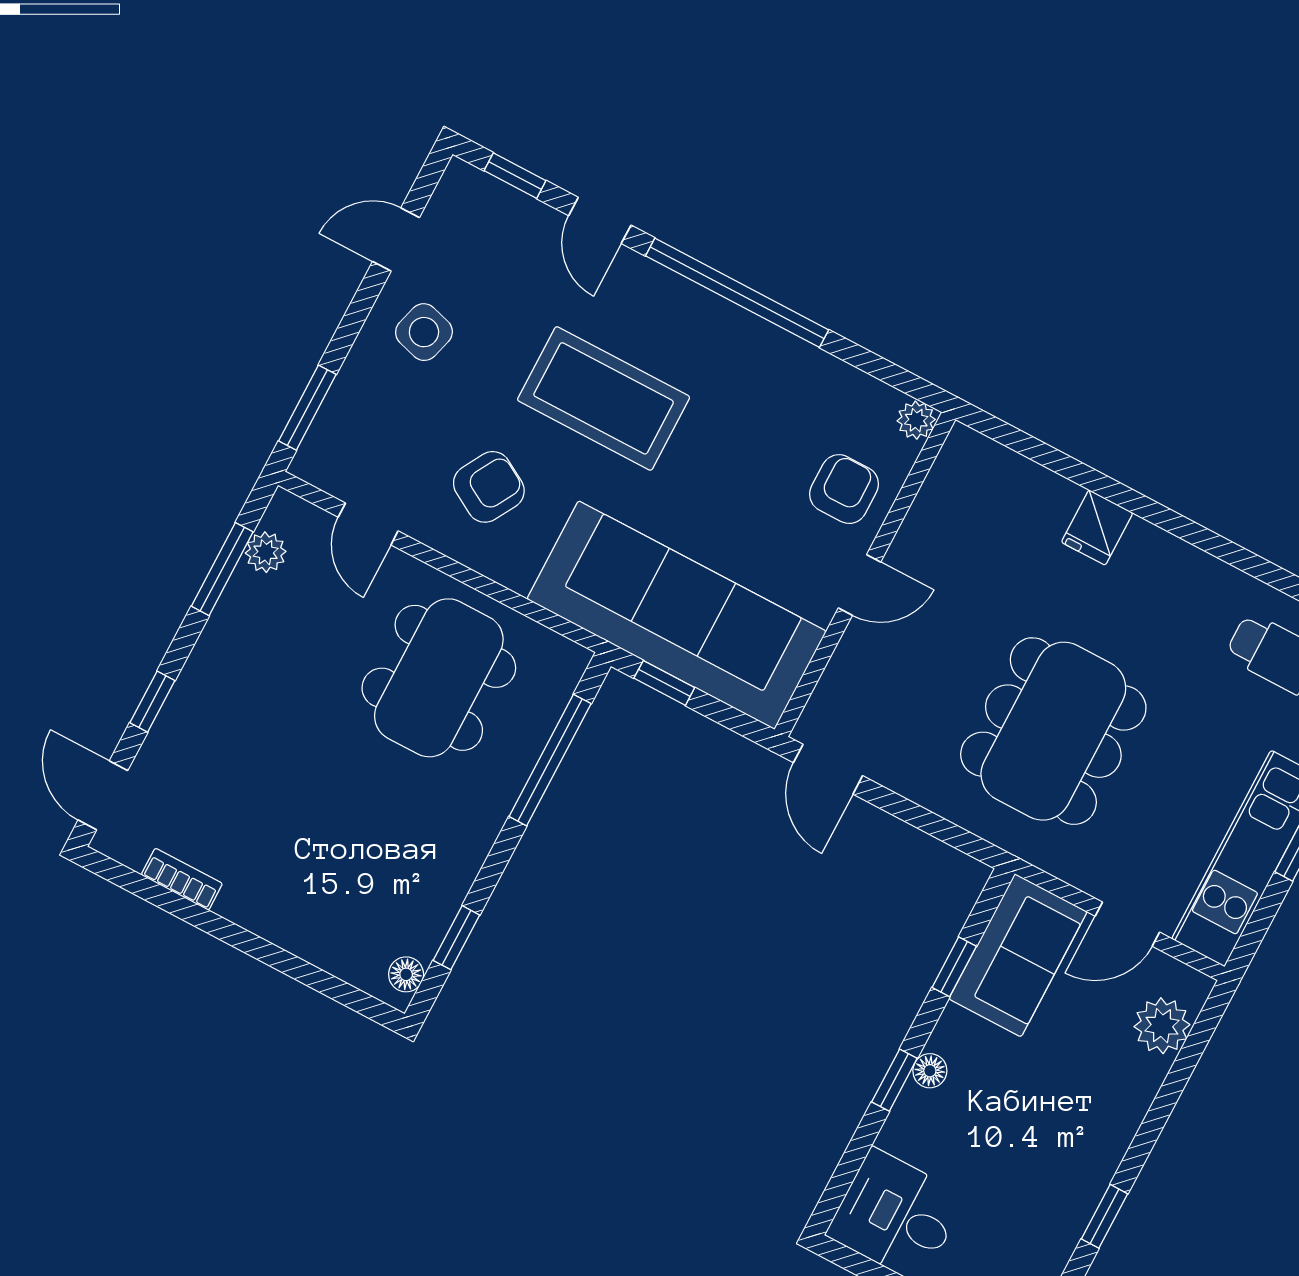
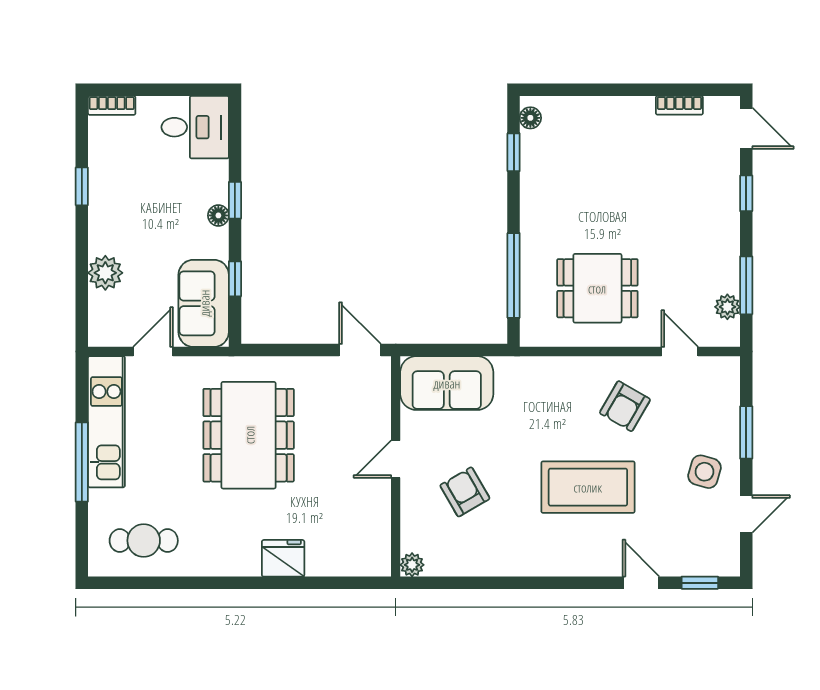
window: (737, 293) -> (546, 583), removed
window: (307, 408) -> (746, 432), moved
armchair: (844, 489) -> (465, 492), moved, turned 150
fridge: (1097, 528) -> (283, 558), width x1.38
sofa: (677, 615) -> (447, 383), width x0.54, depth x0.79
dining table: (439, 678) -> (597, 288), width x0.73
window: (664, 683) -> (474, 350), removed
plant: (1162, 1026) -> (105, 273), moved

